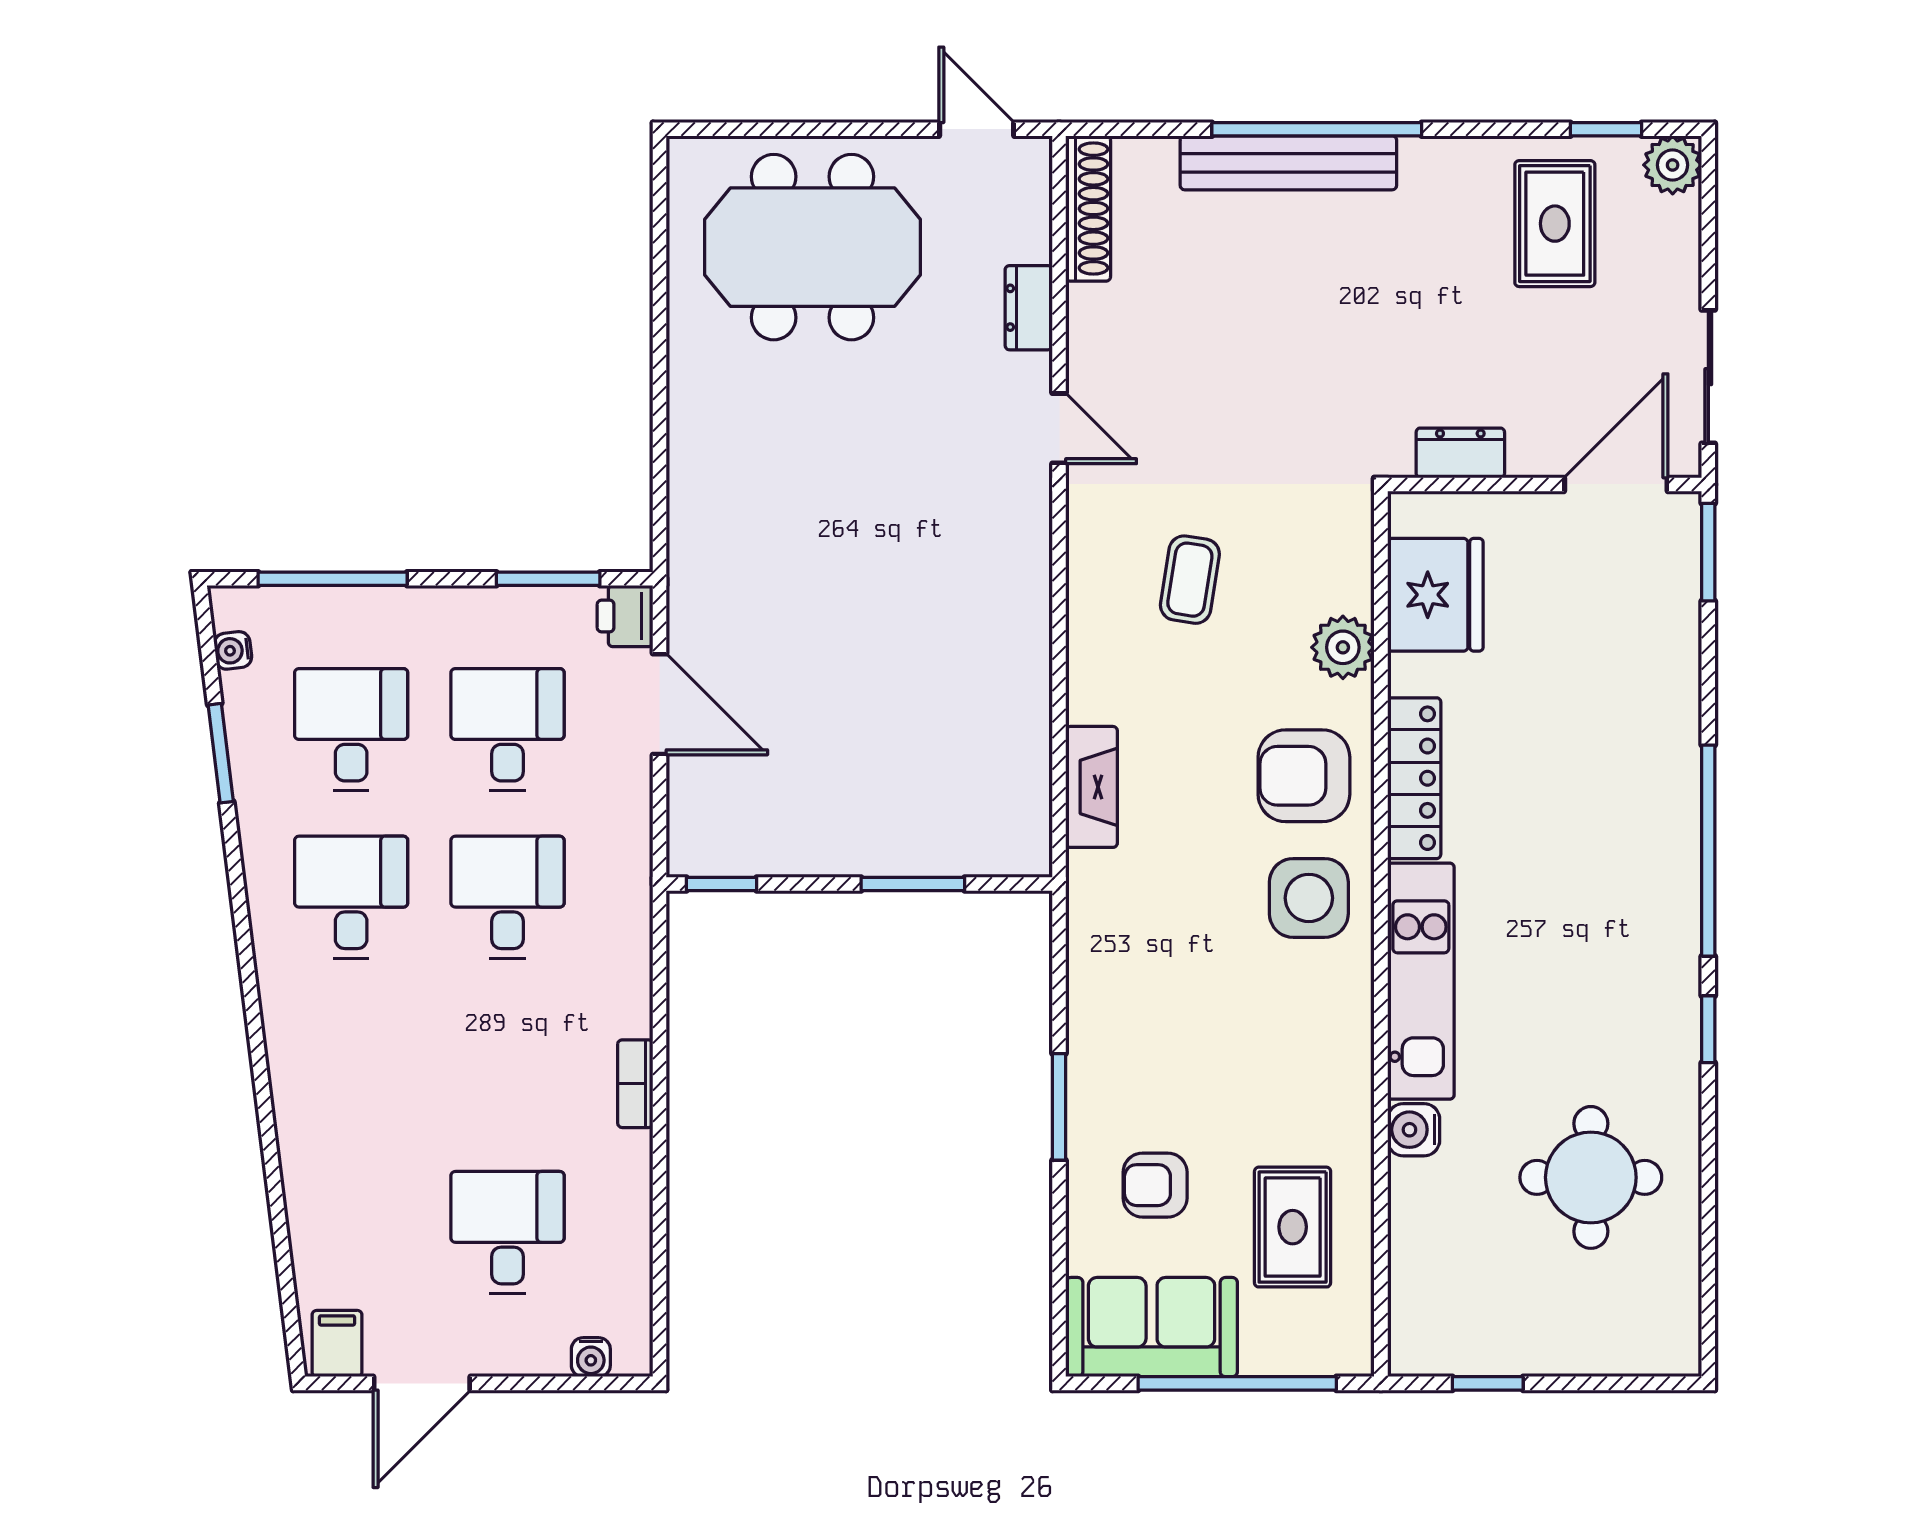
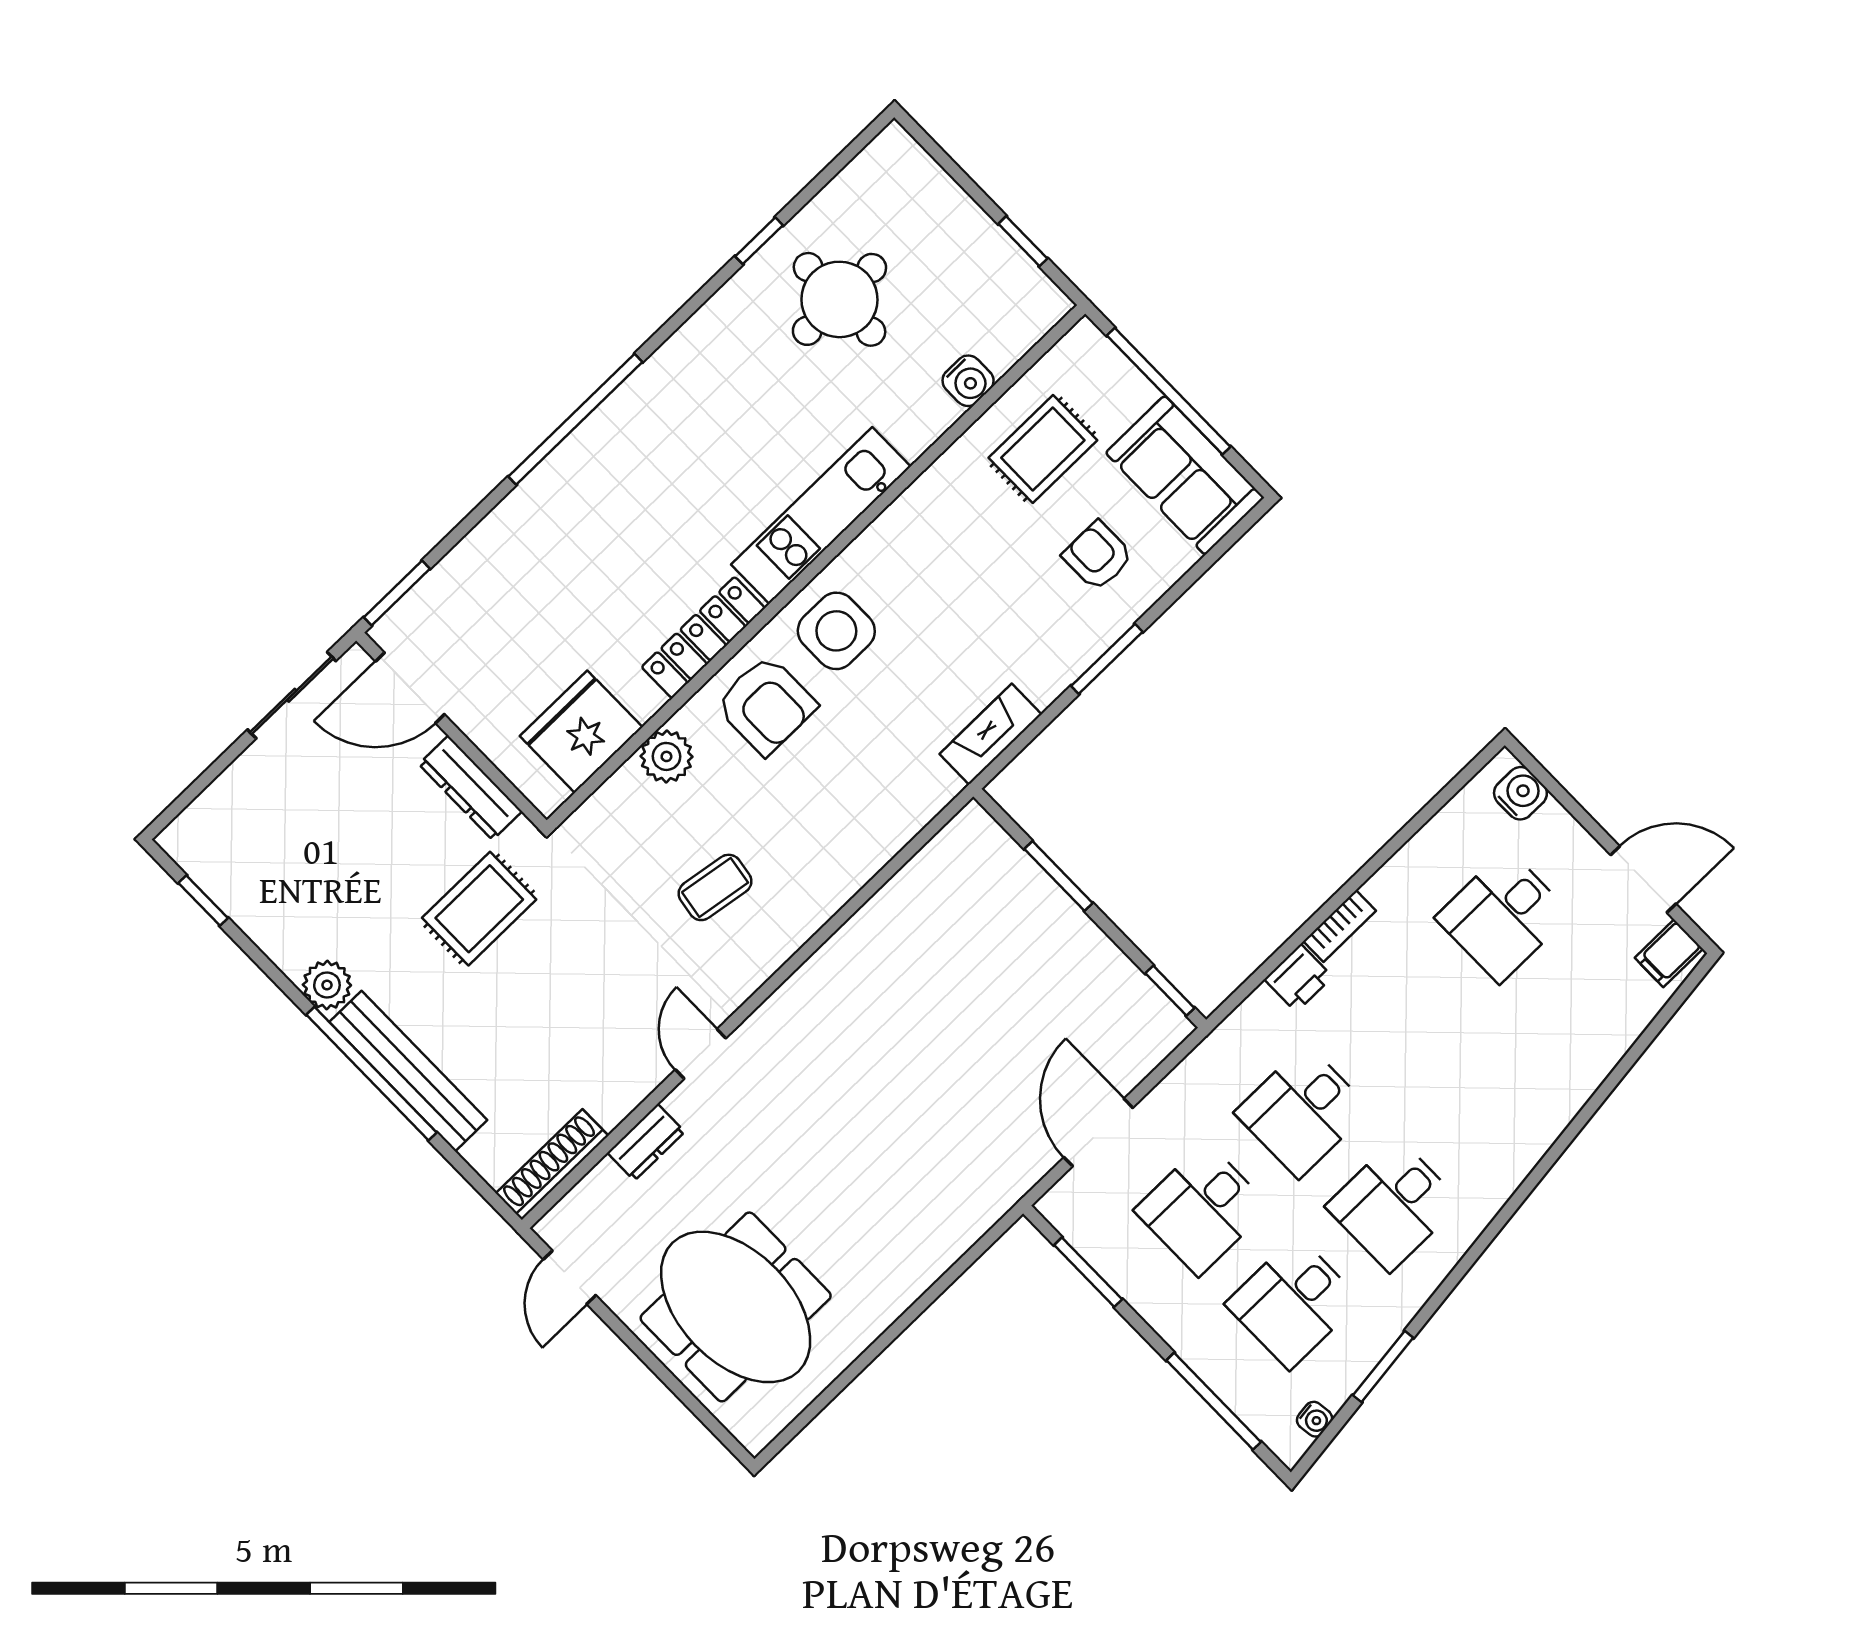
plant: (1673, 165) -> (327, 985), moved
rug: (1555, 224) -> (479, 909), moved
dresser: (1460, 453) -> (470, 788), width x1.44
printer: (625, 616) -> (1298, 978), moved
fireplace: (1091, 787) -> (991, 734), moved
window: (1708, 1029) -> (759, 241), moved
water cooler: (1414, 1130) -> (968, 381), moved
armchair: (1155, 1185) -> (1098, 556), turned 180
water cooler: (591, 1357) -> (1520, 793), width x1.38, depth x1.38

